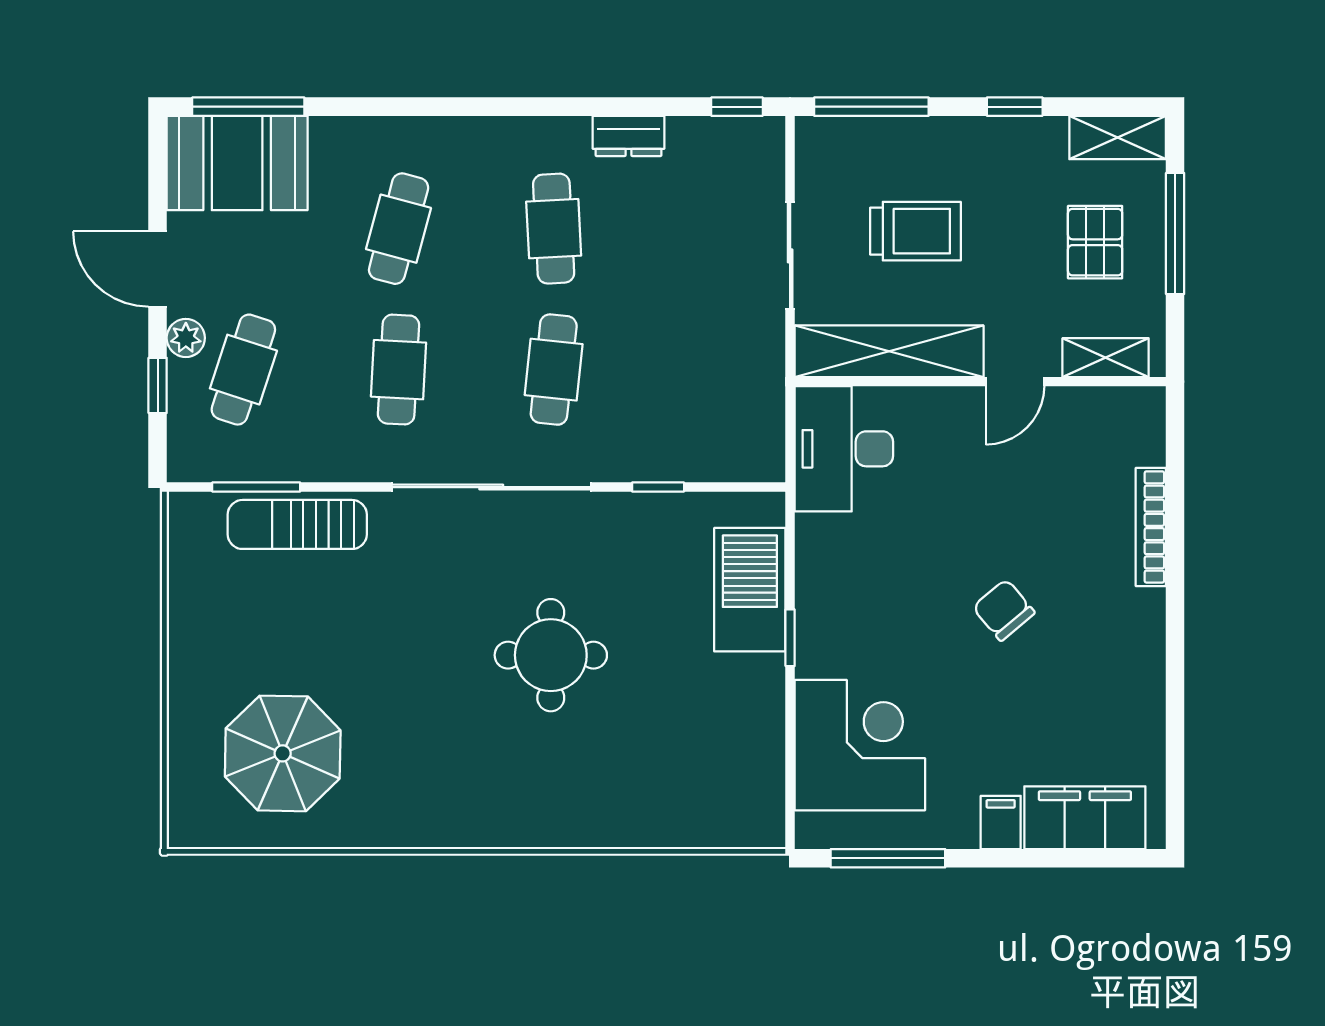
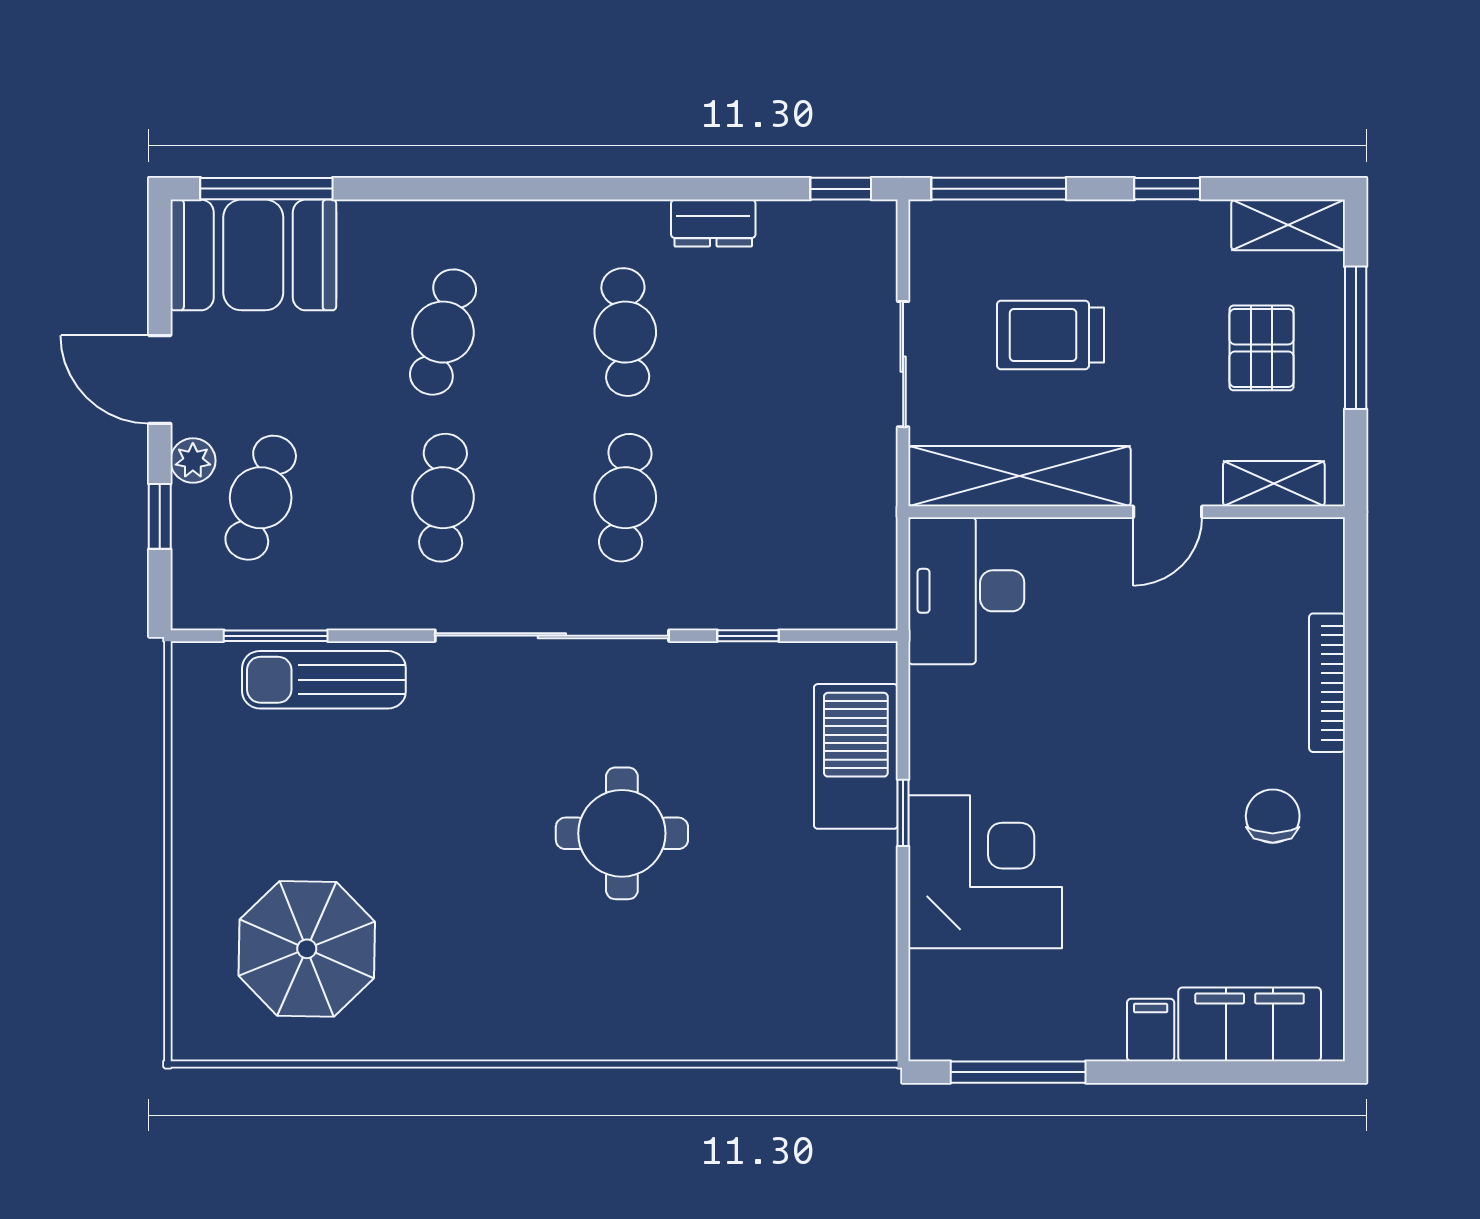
trolley: (915, 231) -> (1050, 335), turned 180
chair: (1004, 610) -> (1273, 816), moved, turned 40
corner desk: (860, 745) -> (985, 872), moved

